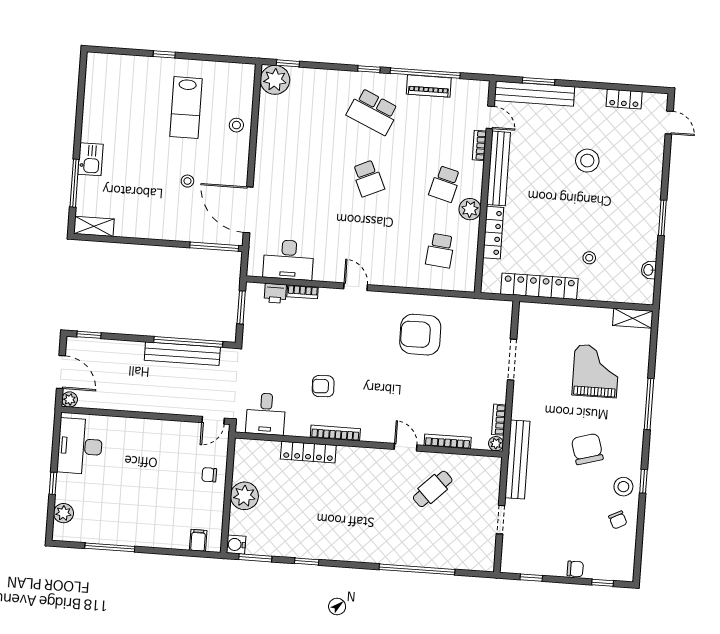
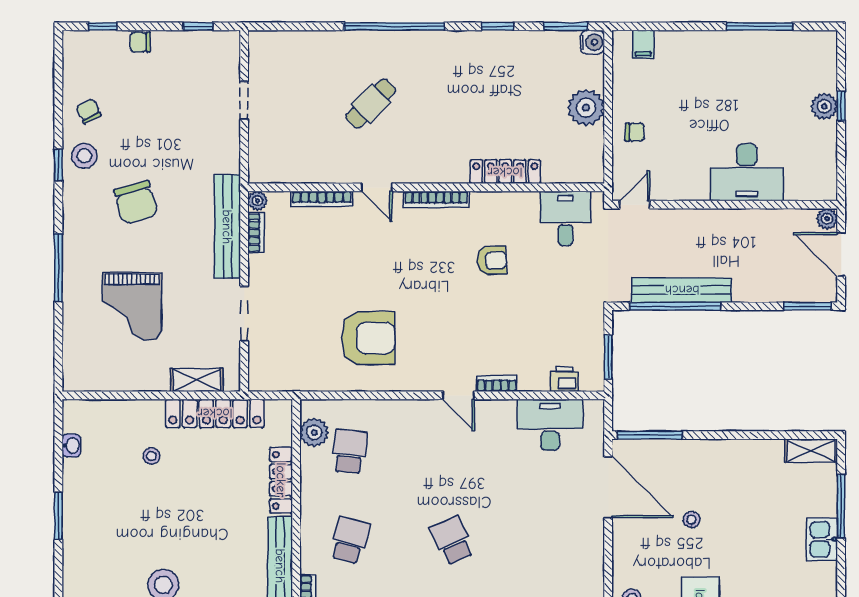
plant: (470, 209) -> (314, 432), moved
bookcase: (303, 292) -> (497, 384), moved
shelving: (633, 318) -> (197, 380), moved
window: (89, 335) -> (807, 306), width x1.50
bookcase: (335, 433) -> (436, 199), moved
desk: (80, 446) -> (747, 172), moved, turned 90
bench: (517, 460) -> (227, 227), moved
cafe table: (433, 489) -> (371, 104), moved
plant: (63, 513) -> (824, 106), moved
window: (417, 569) -> (394, 26), moved

